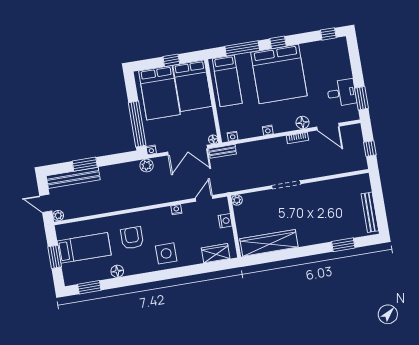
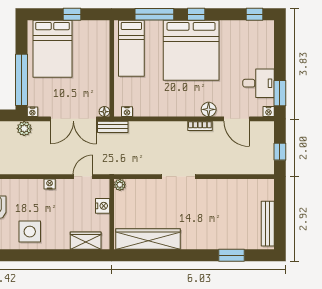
bed: (193, 86) -> (91, 47), removed
nightstand: (268, 130) -> (269, 112), moved

